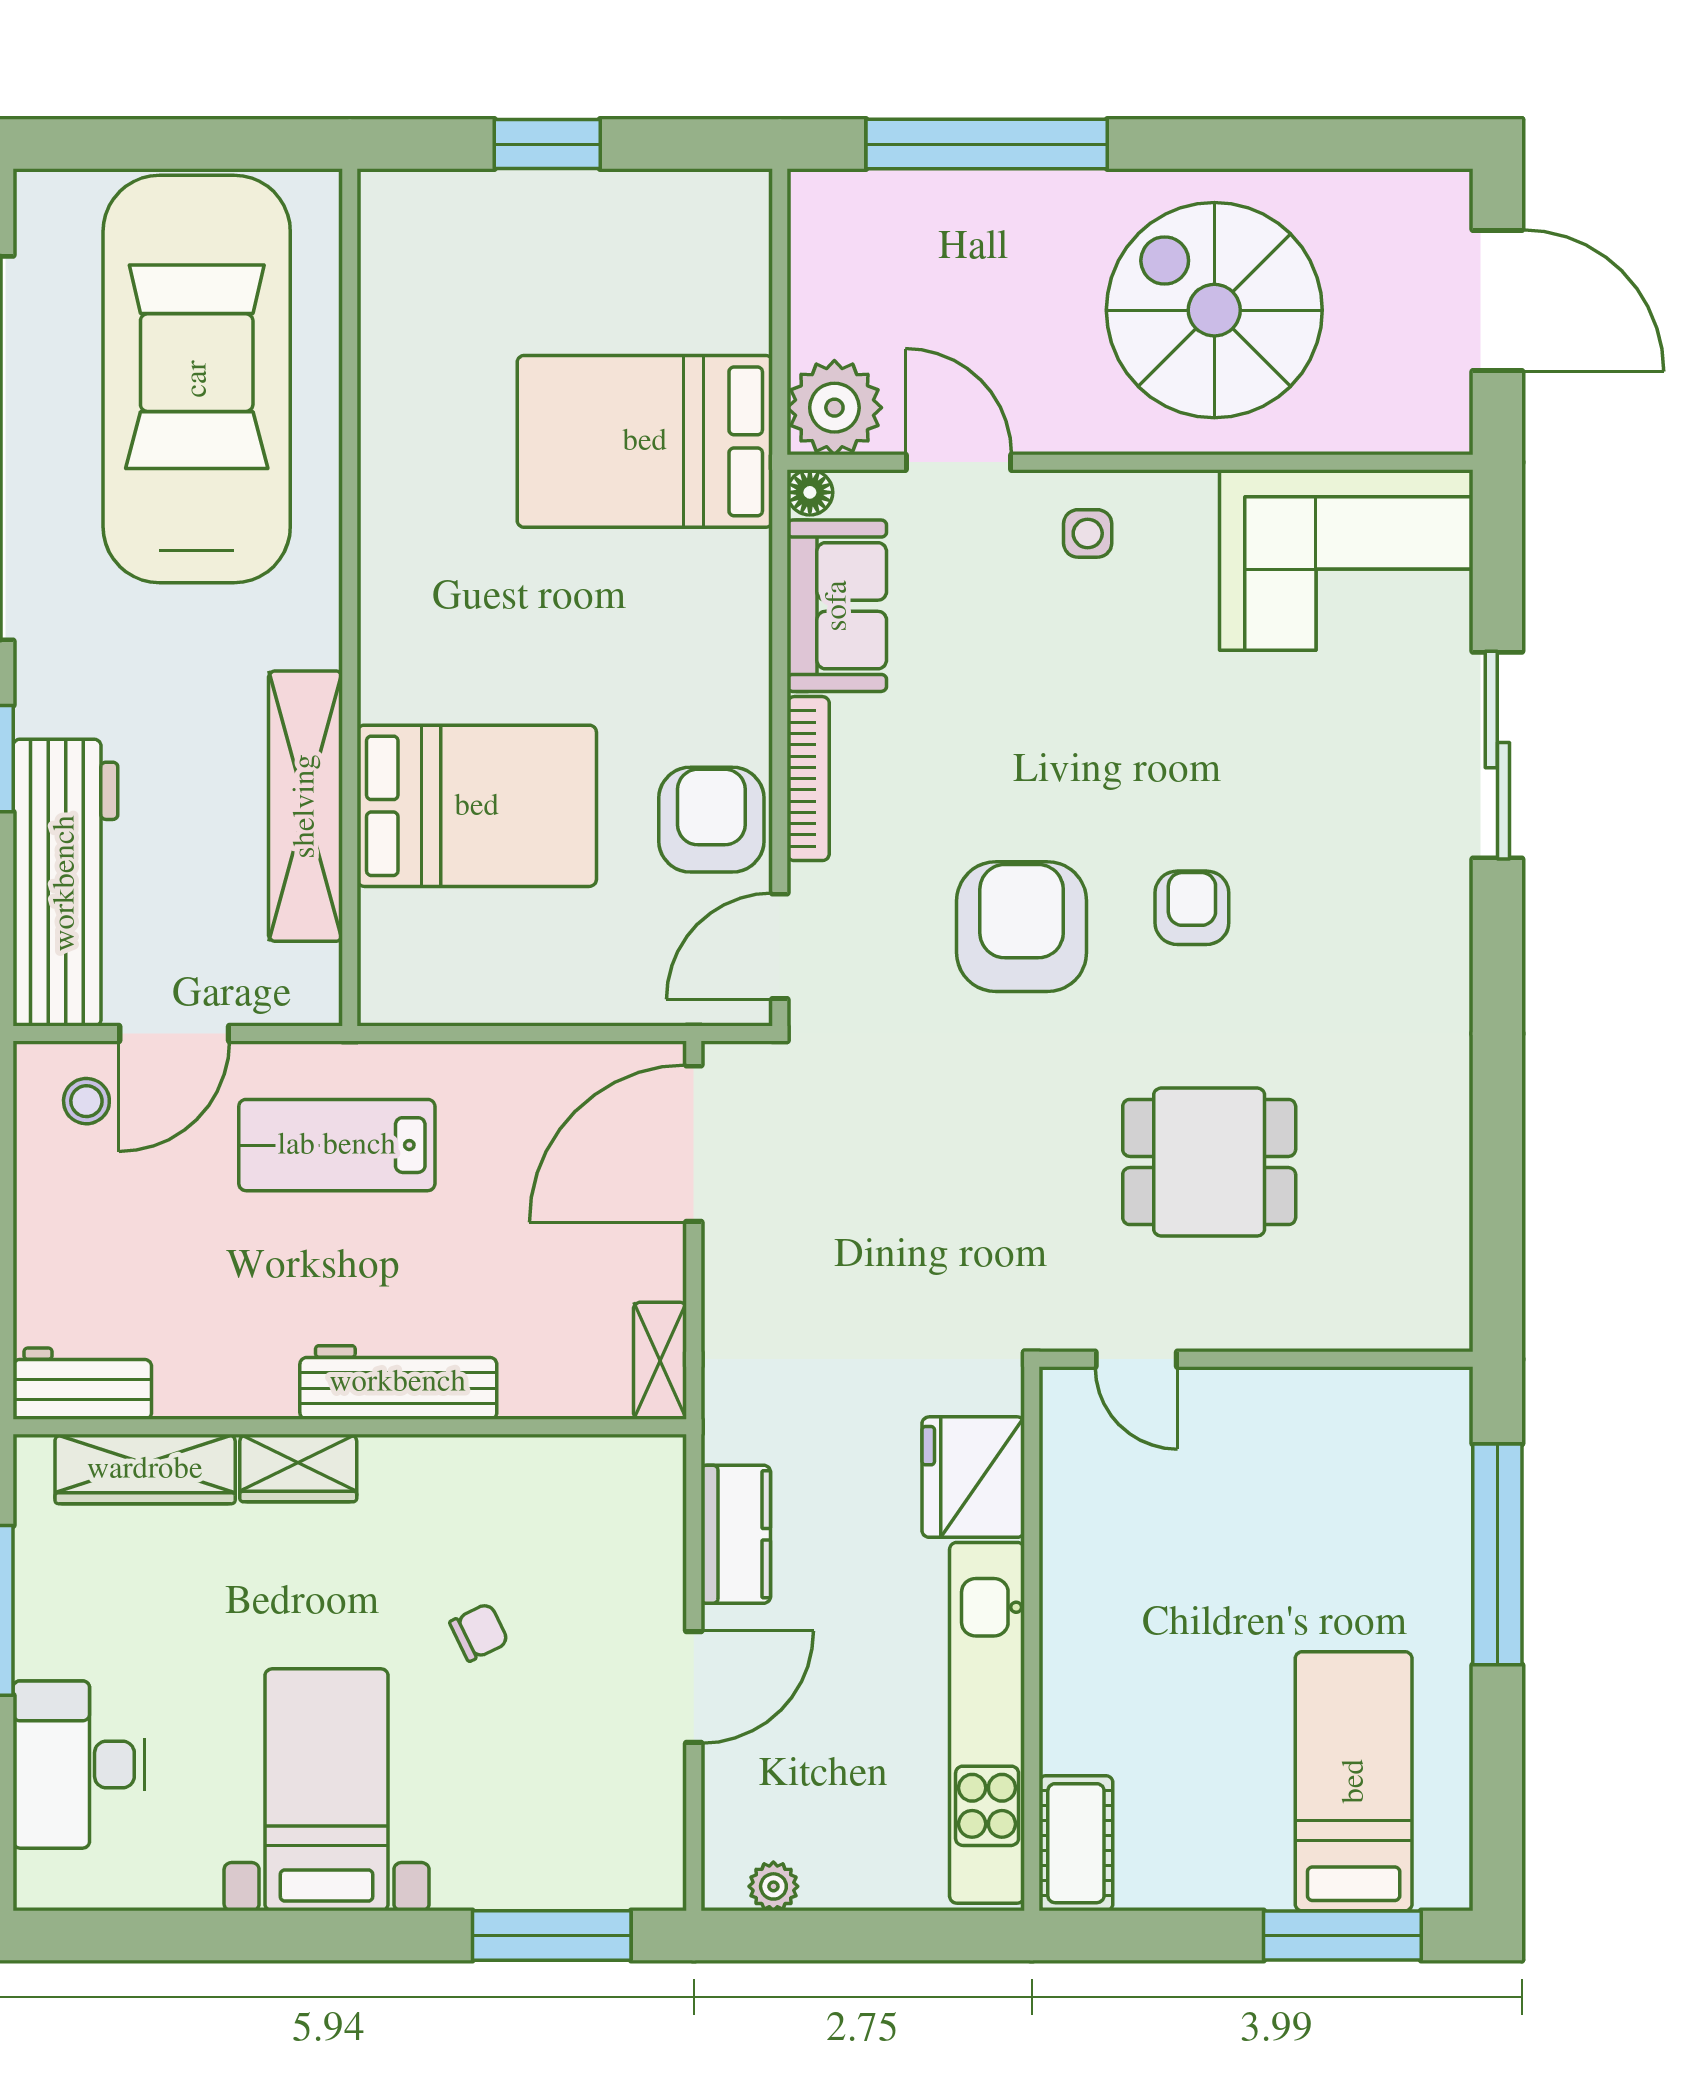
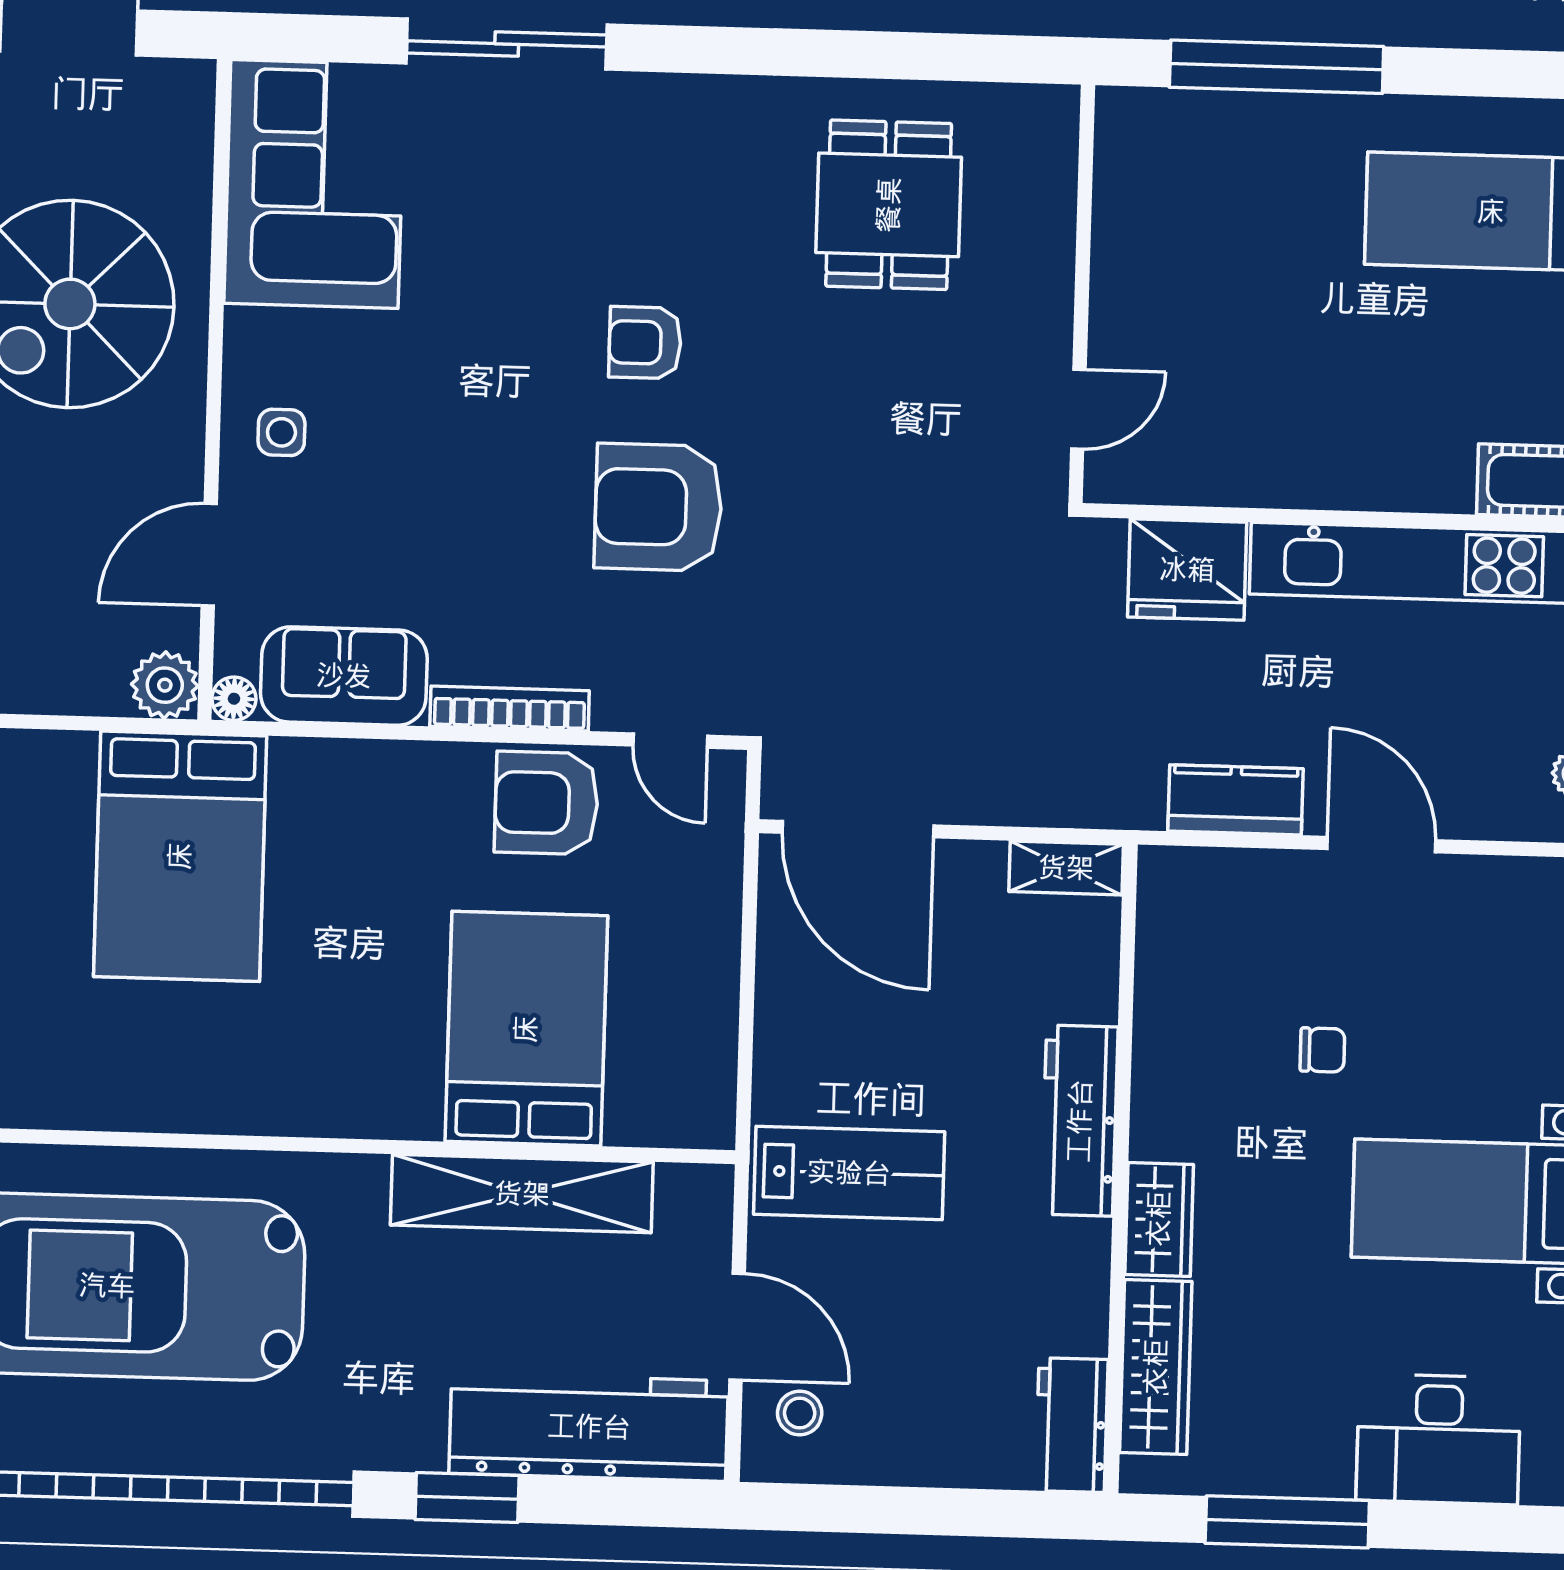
plant: (834, 408) -> (165, 685), width x0.73, depth x0.73
door: (780, 946) -> (670, 741), width x0.73
lab bench: (337, 1145) -> (849, 1173), turned -90
dining table: (1209, 1162) -> (889, 205), moved
chair: (479, 1632) -> (1322, 1050), turned 116

